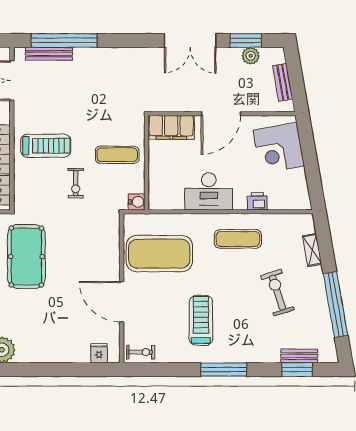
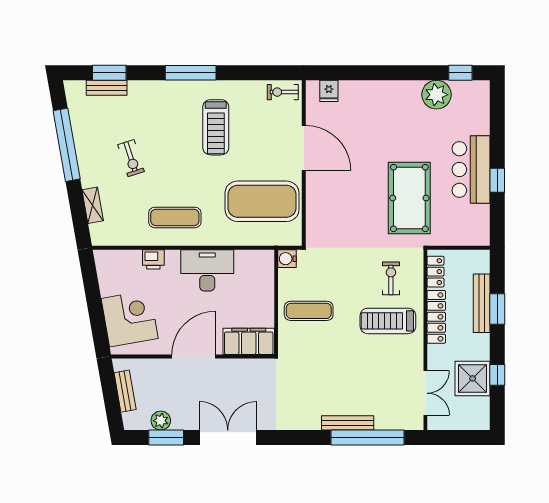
bench: (49, 54) -> (348, 423), moved
exercise bike: (76, 183) -> (391, 278), moved
exercise bike: (277, 293) -> (131, 158), width x0.73, depth x0.72

